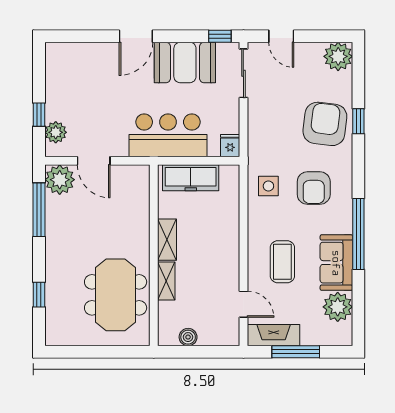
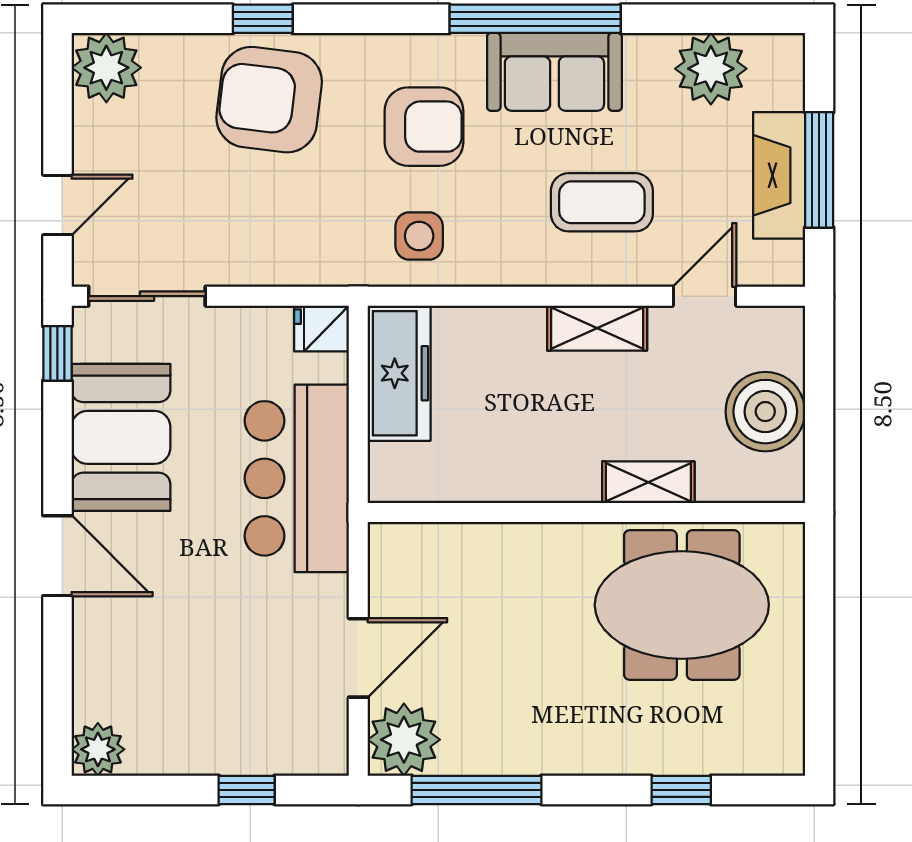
plant: (56, 132) -> (98, 749), moved
freezer: (191, 178) -> (399, 373), moved
shelving: (167, 240) -> (597, 328), moved
sofa: (336, 263) -> (554, 72), moved
fireplace: (274, 335) -> (779, 175), moved
boiler: (188, 337) -> (765, 412), width x1.86, depth x1.86

